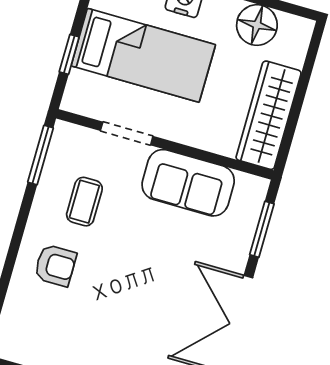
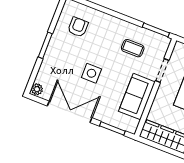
armchair: (55, 265) -> (78, 27), moved, turned 180
side table: (147, 286) -> (91, 73), added

